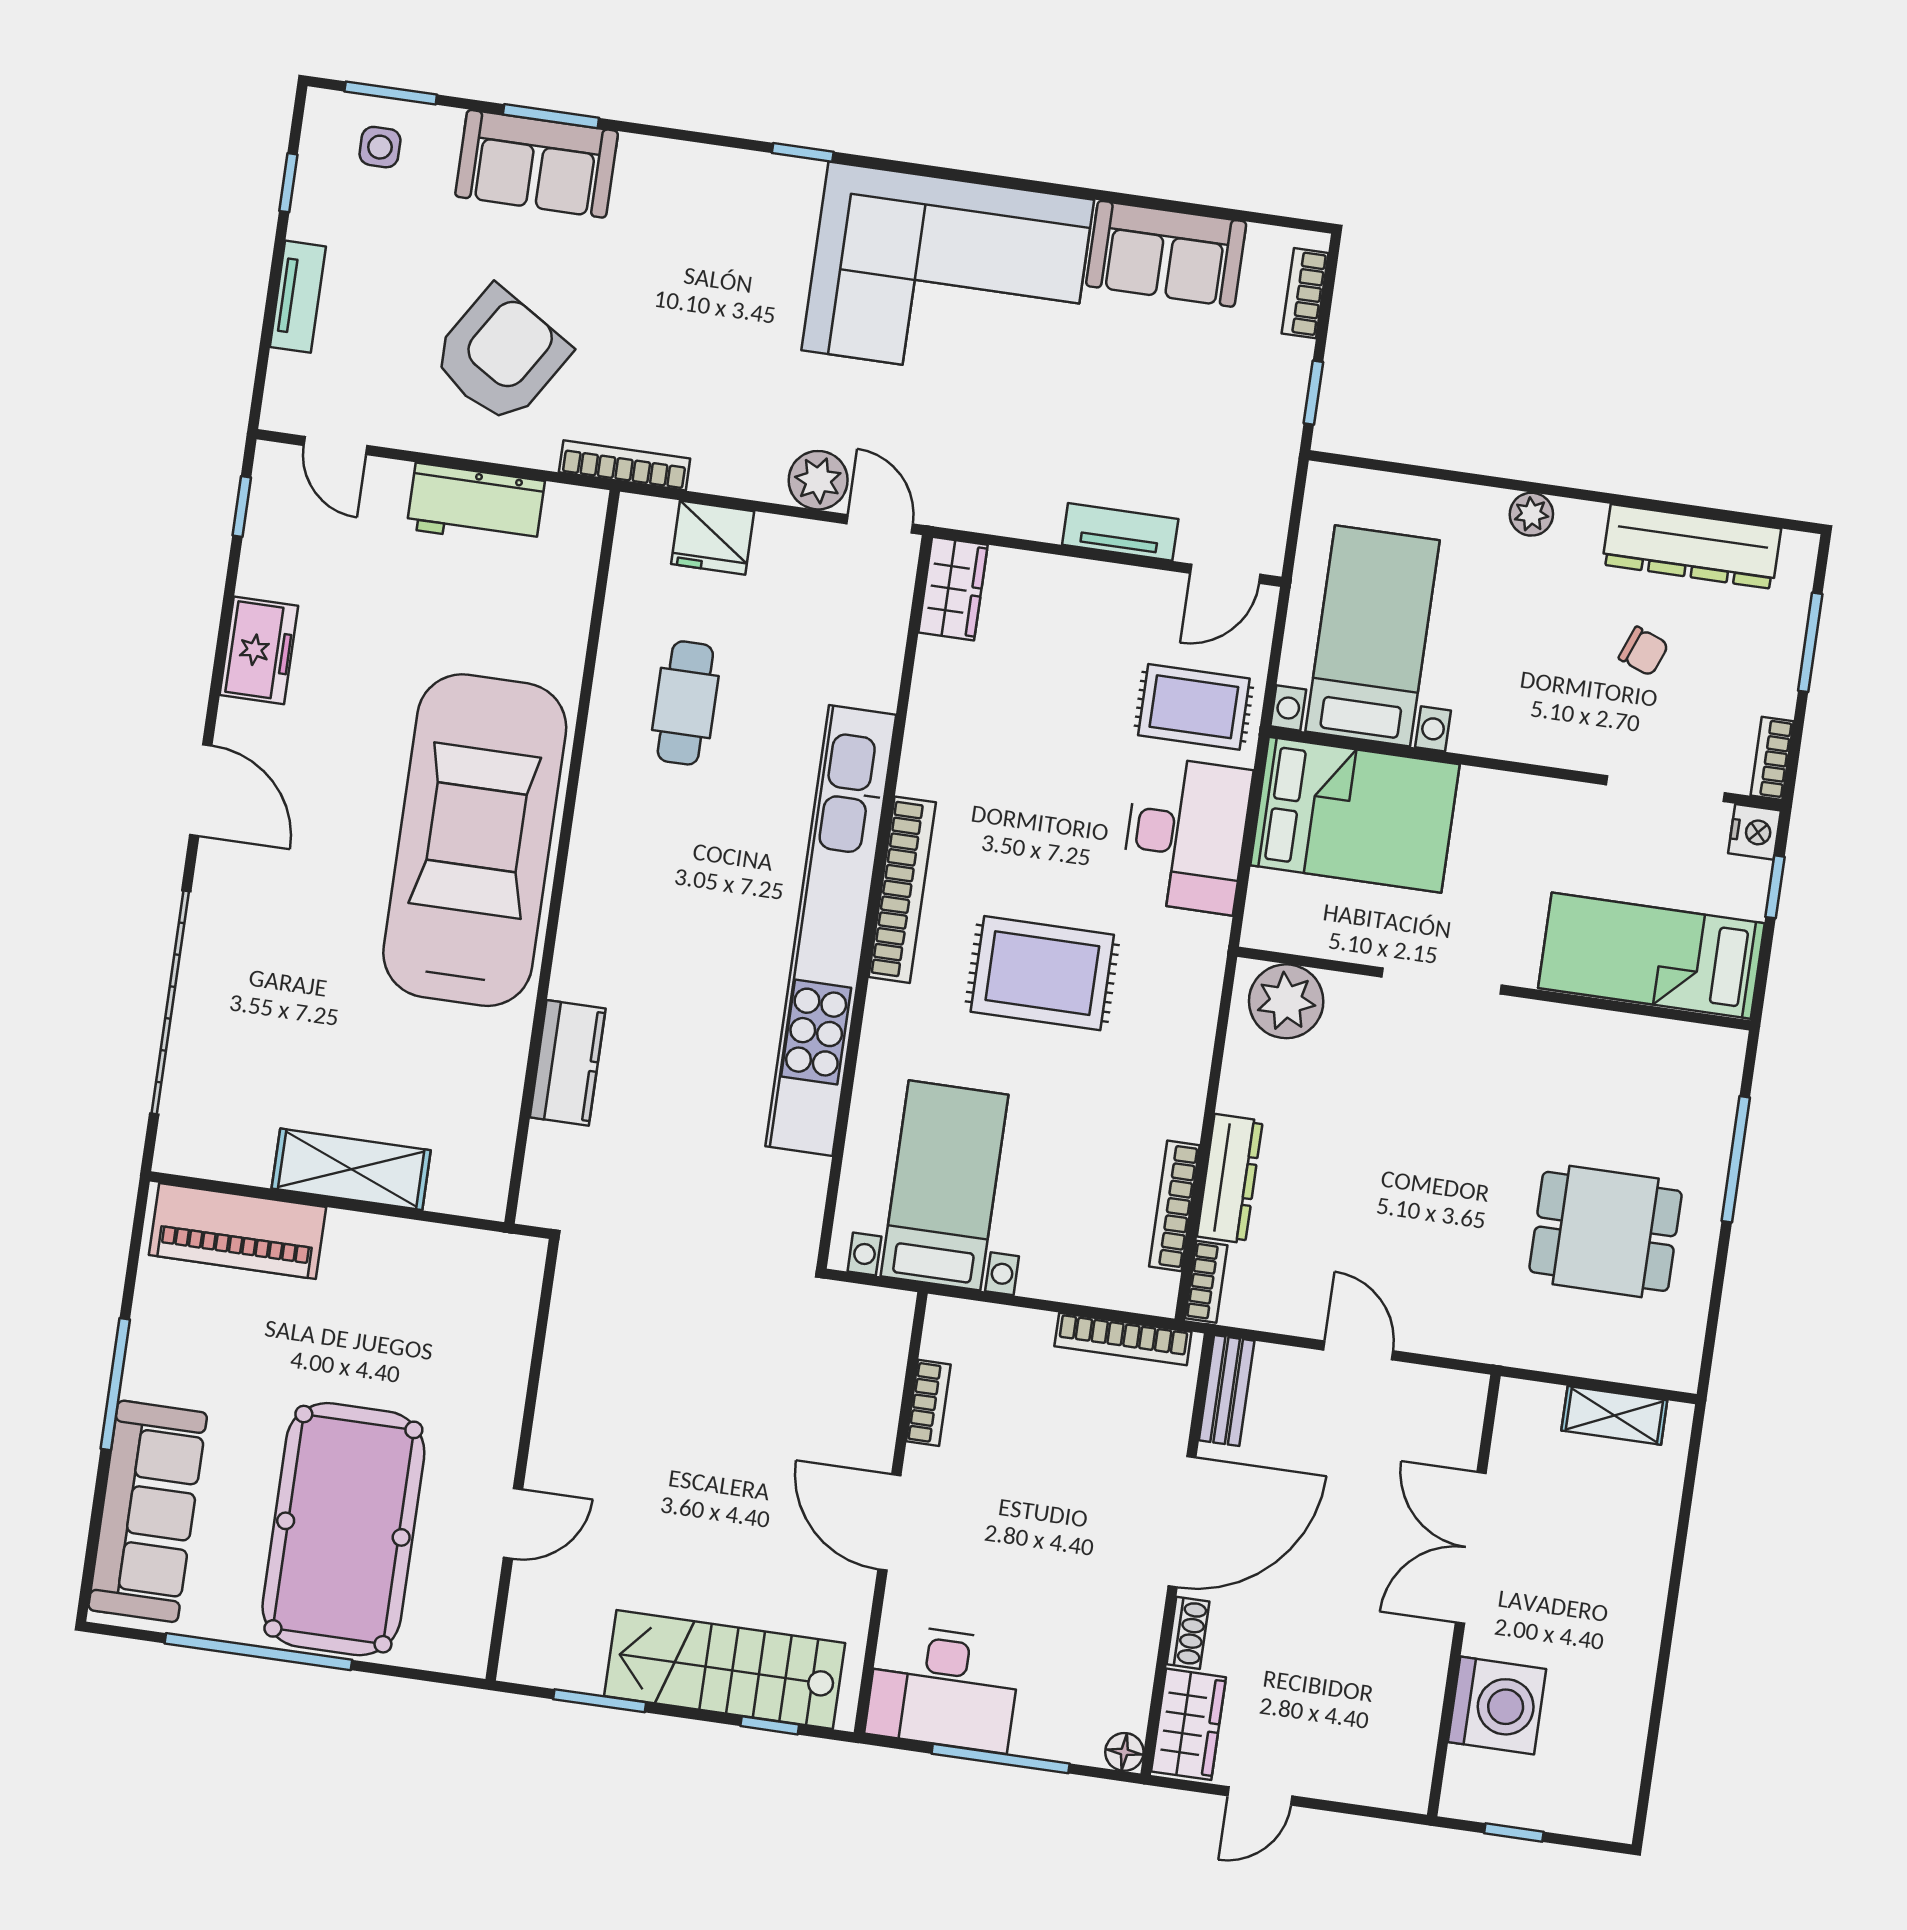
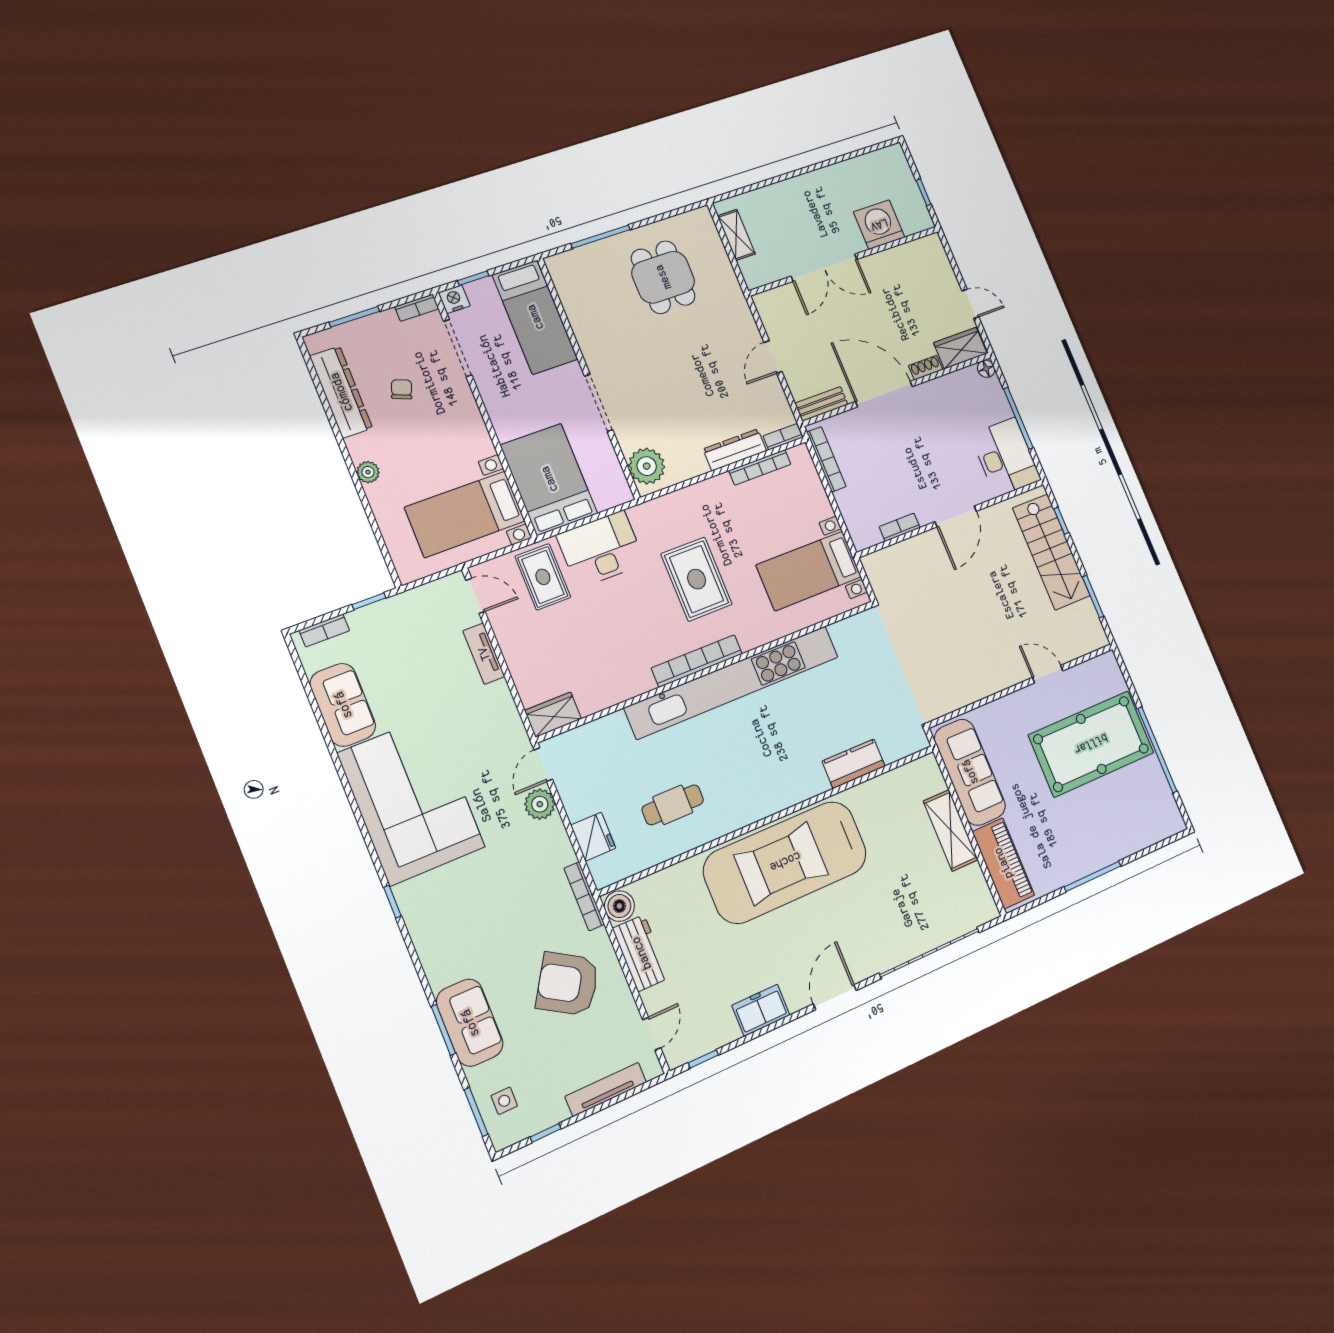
tv unit: (298, 297) -> (606, 1089), width x1.41
boiler: (573, 514) -> (619, 906), added
sofa: (148, 1511) -> (970, 772), moved, turned 90

